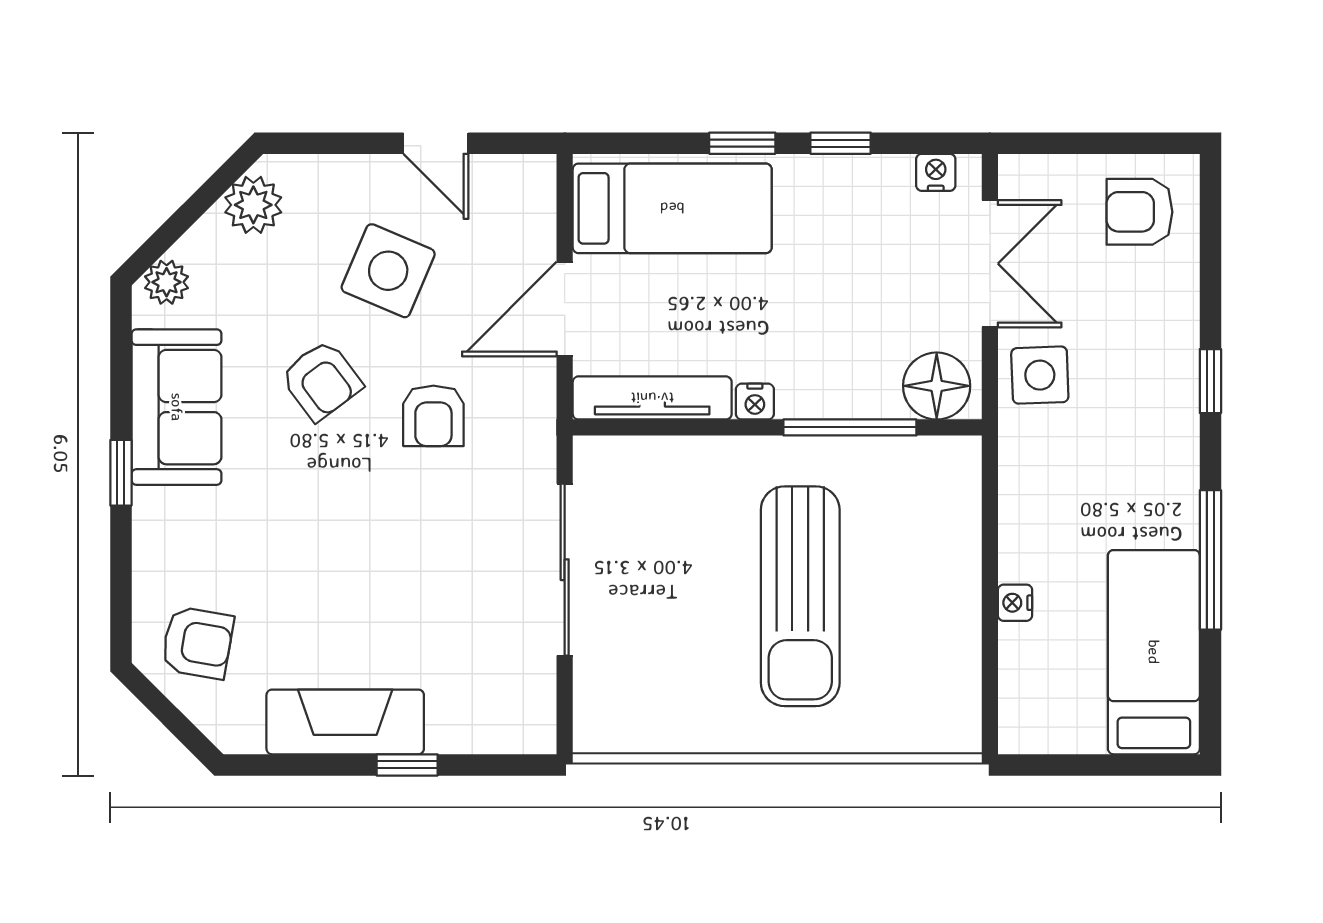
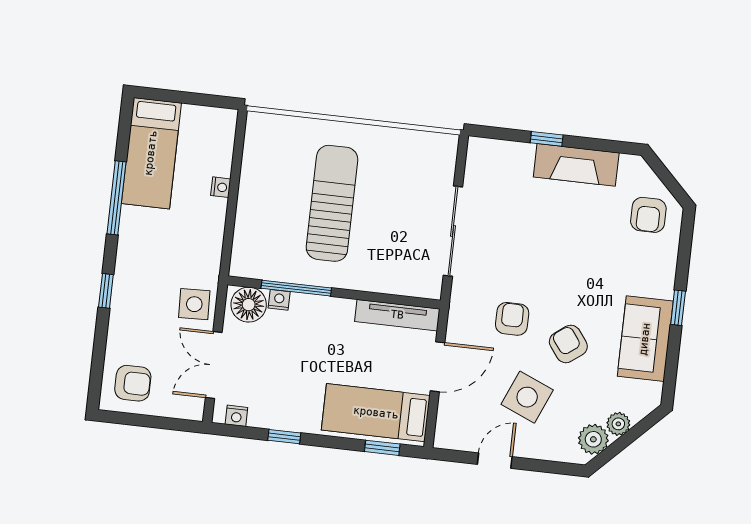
door: (436, 143) -> (495, 461), hinge flipped
window: (742, 143) -> (382, 448), moved
plant: (167, 282) -> (618, 424), moved
nightstand: (755, 402) -> (279, 300), moved
armchair: (197, 643) -> (648, 215), turned -100

